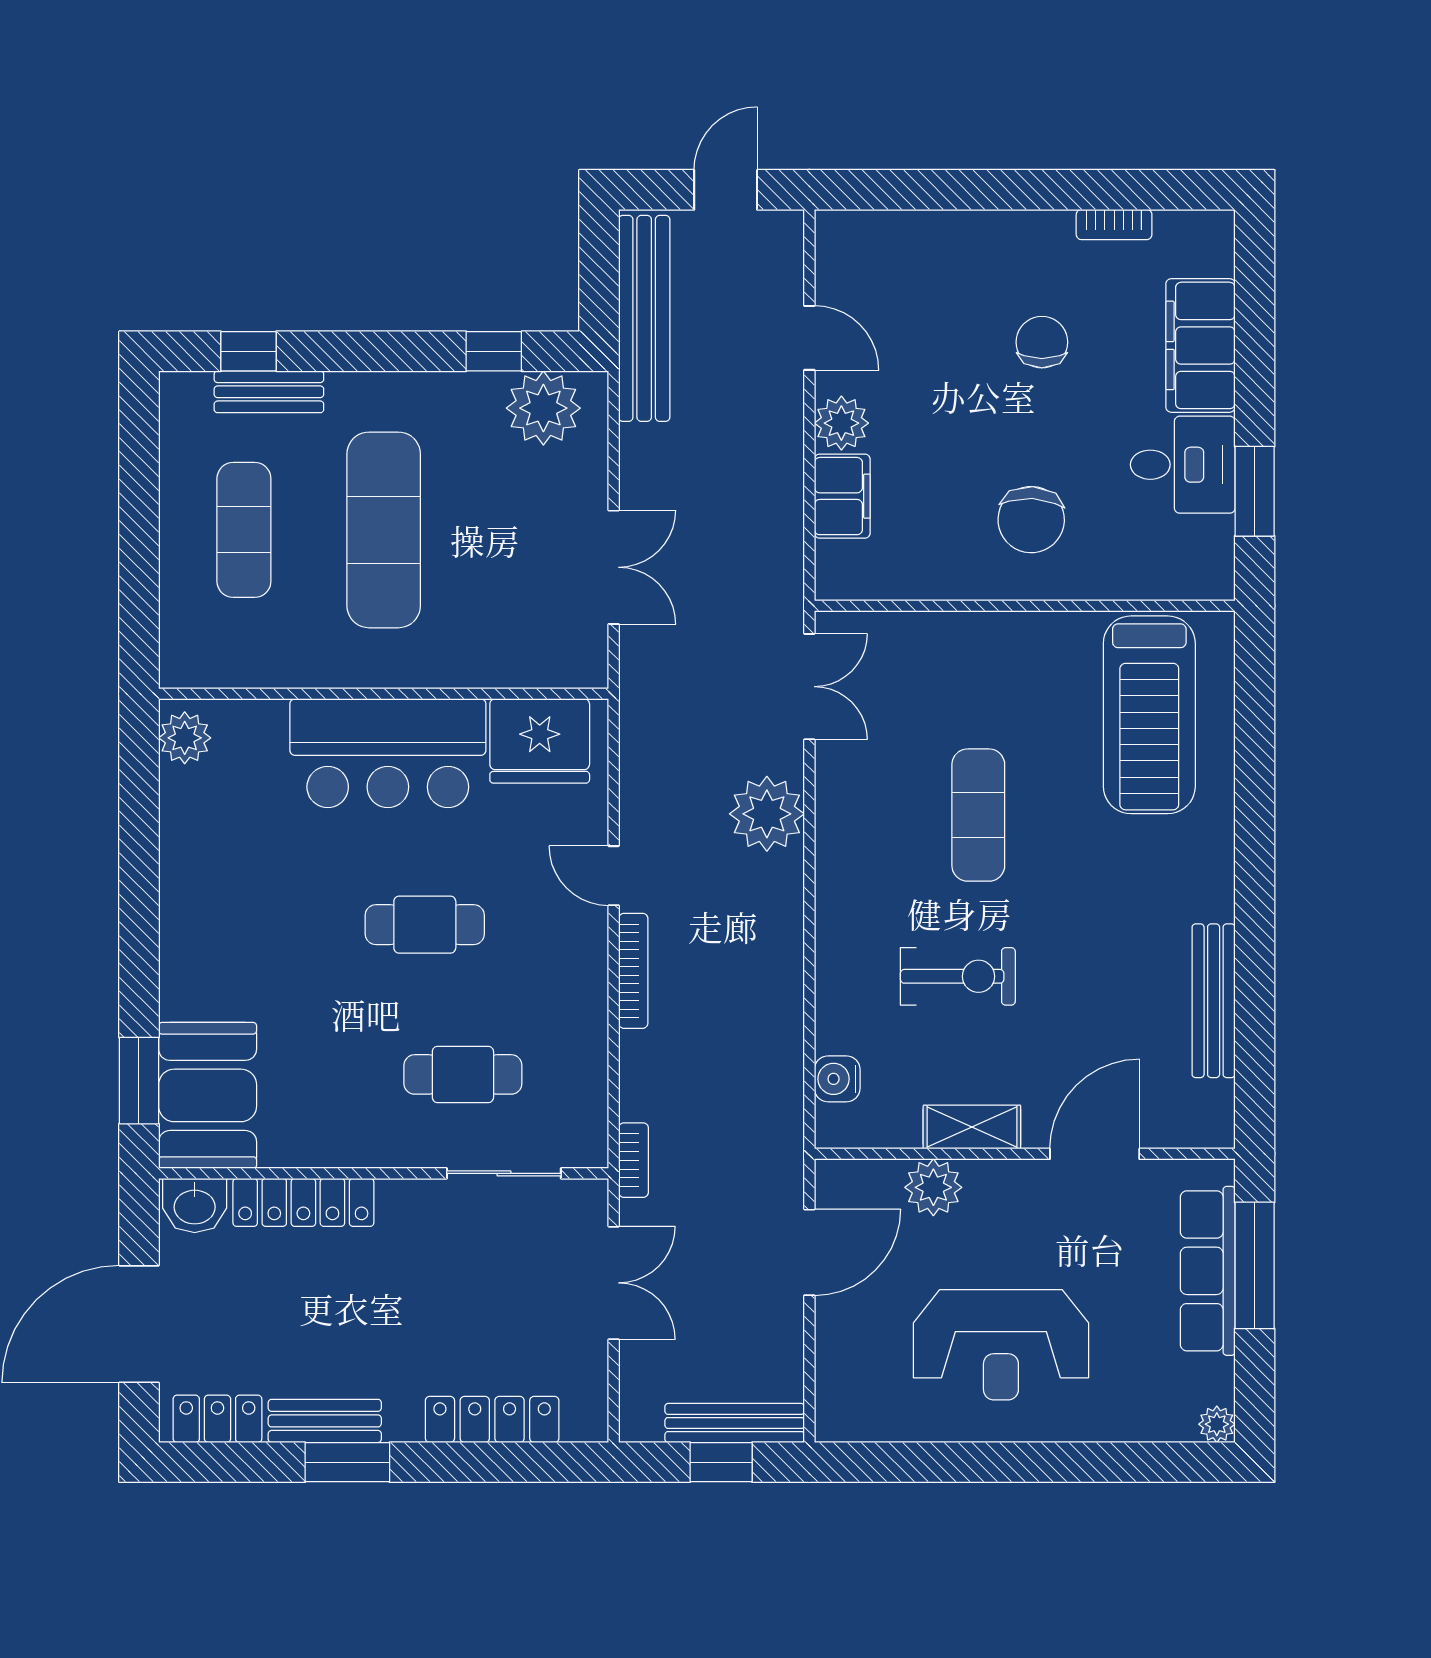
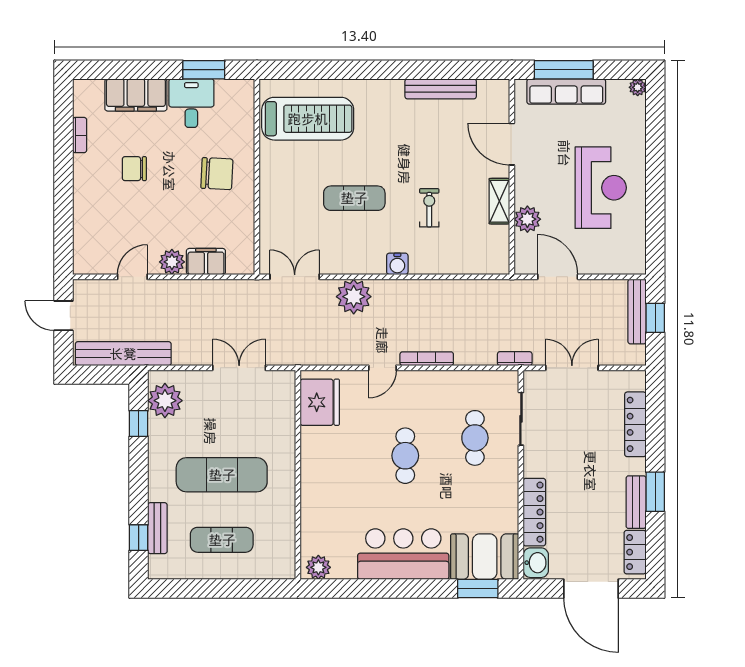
bar counter: (388, 753) -> (403, 554), moved, turned -90
exercise bike: (958, 976) -> (429, 208), width x0.73, depth x0.72
water cooler: (837, 1079) -> (397, 264), moved

